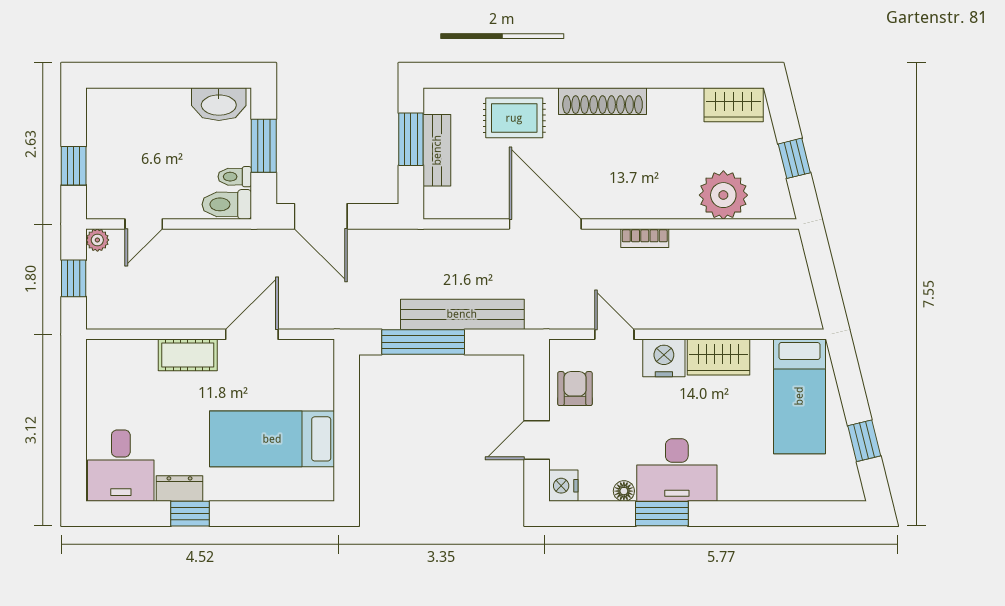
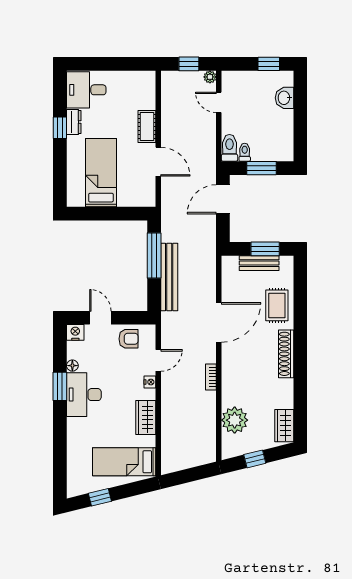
washbasin: (219, 104) -> (284, 98), moved, width x0.72
window: (74, 166) -> (269, 64), moved
nightstand: (664, 358) -> (150, 382), width x0.53, depth x0.56

